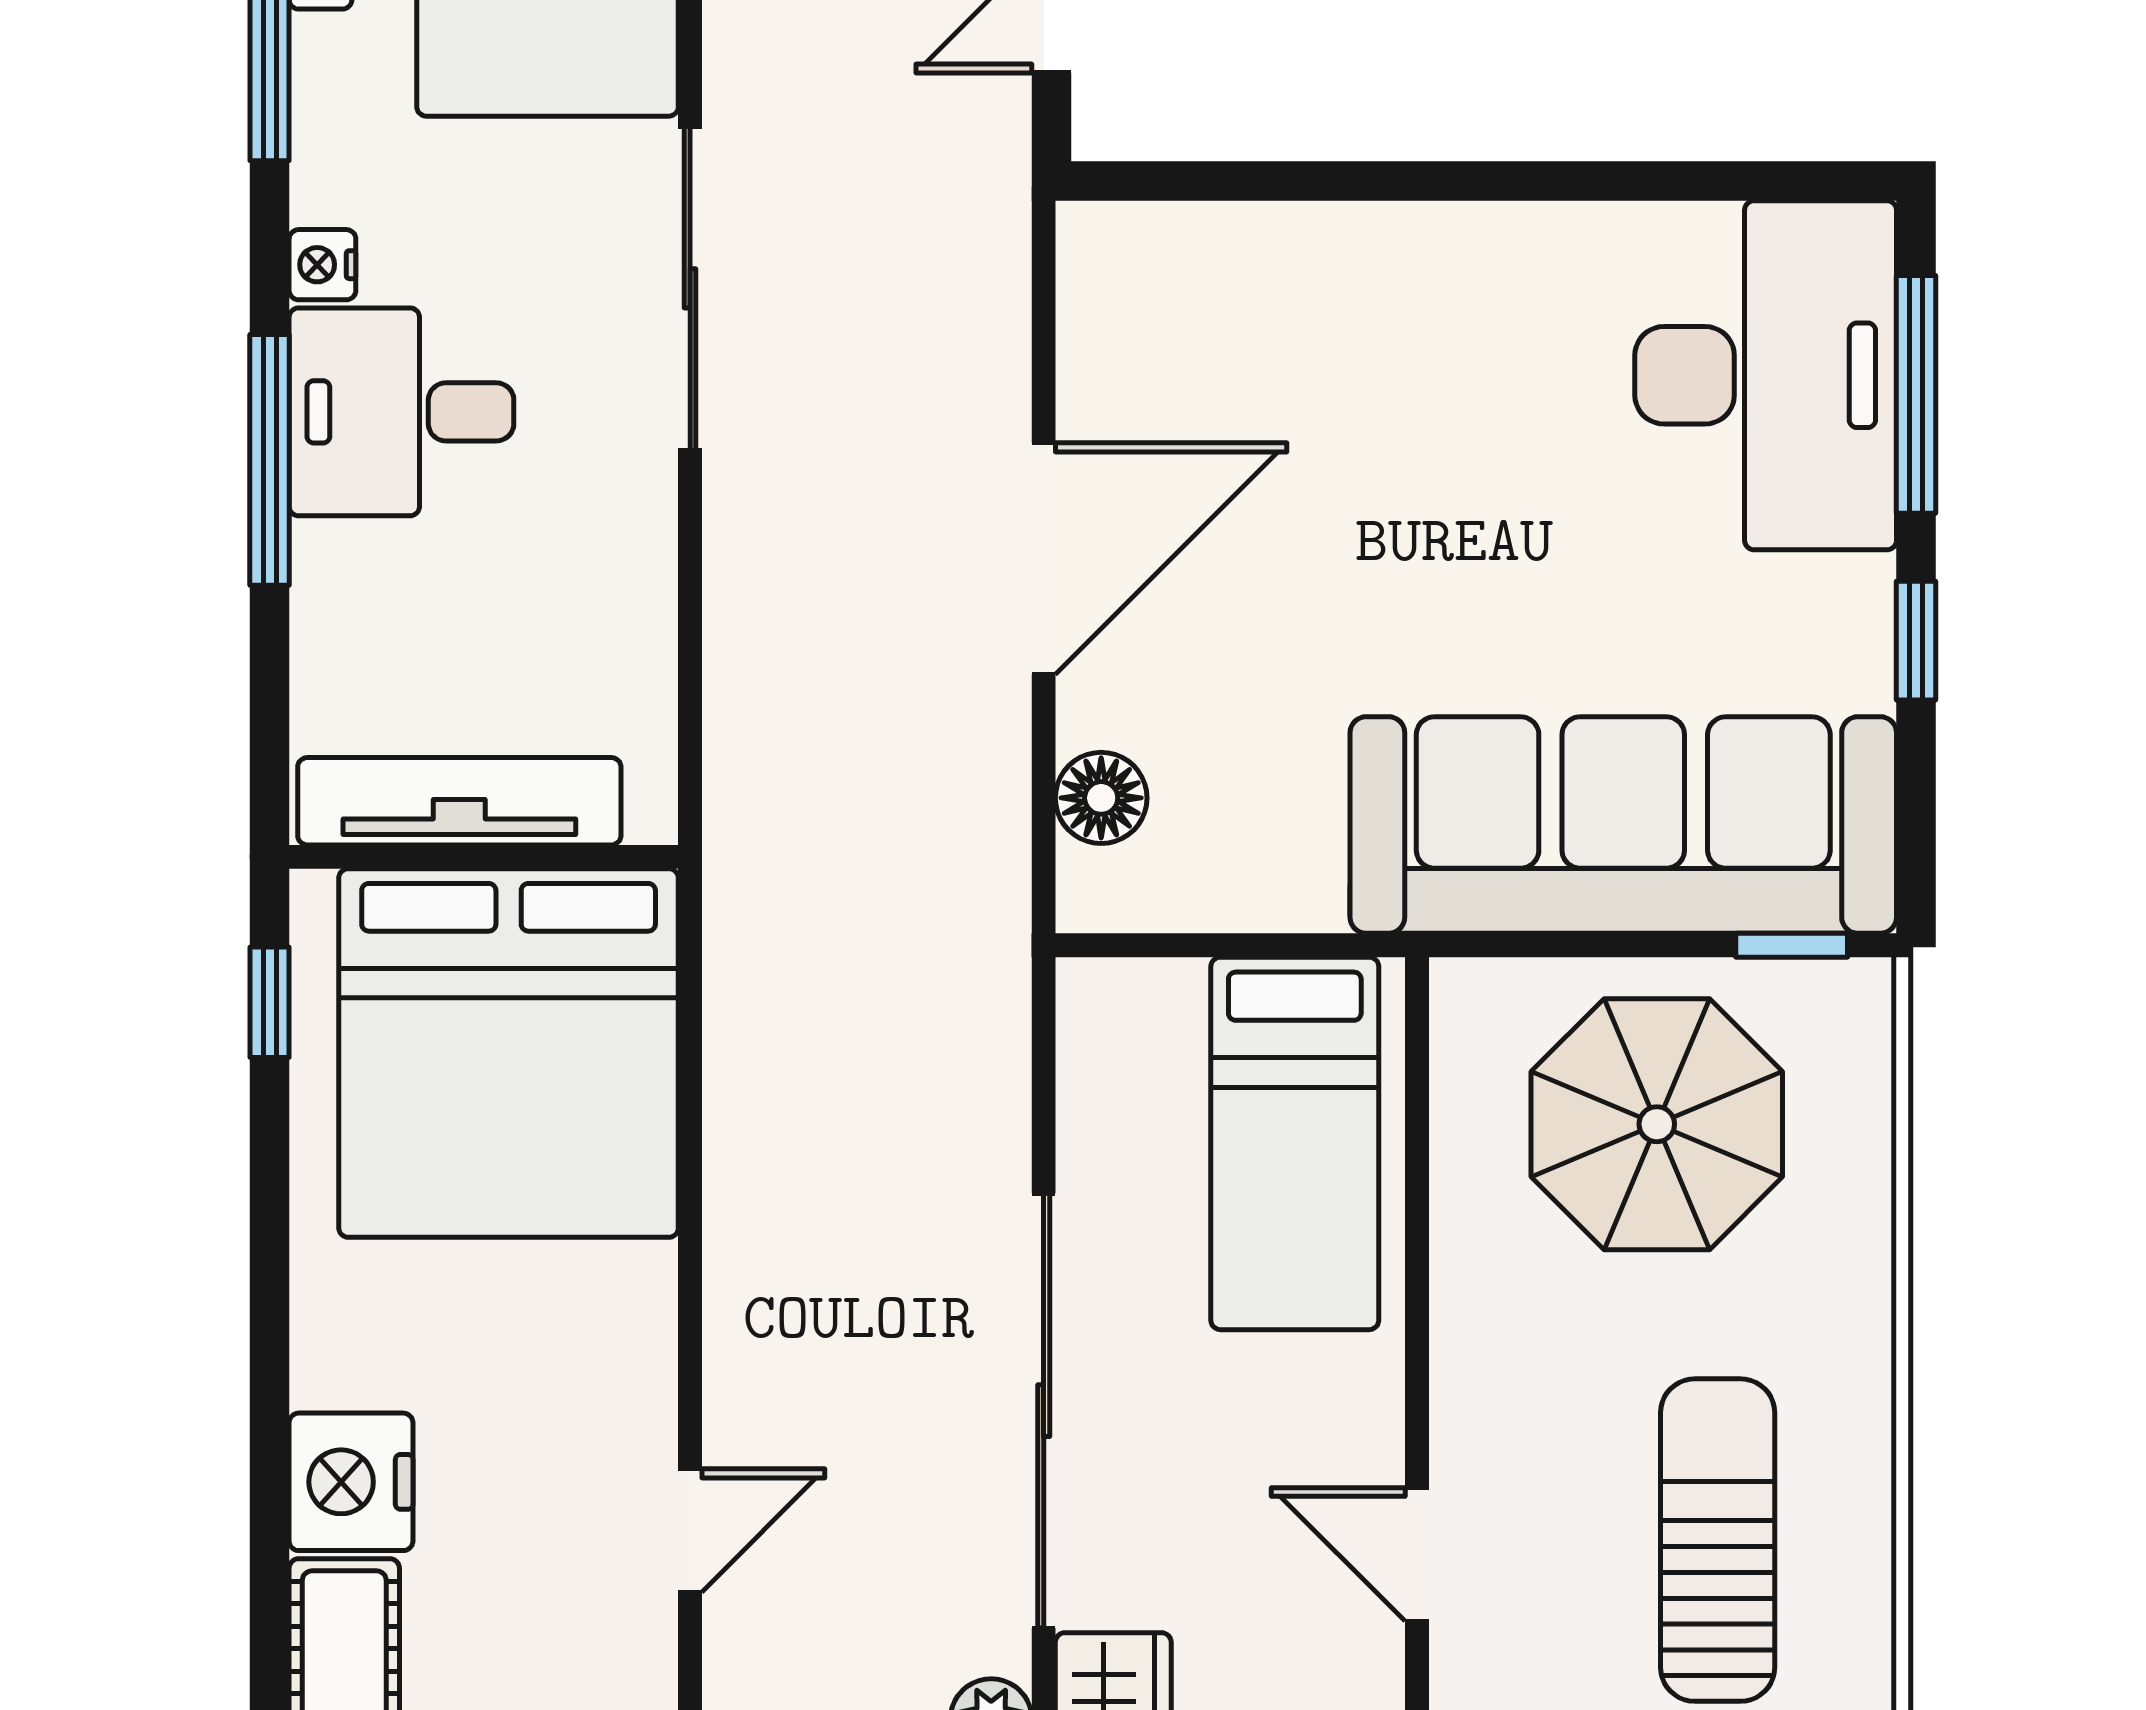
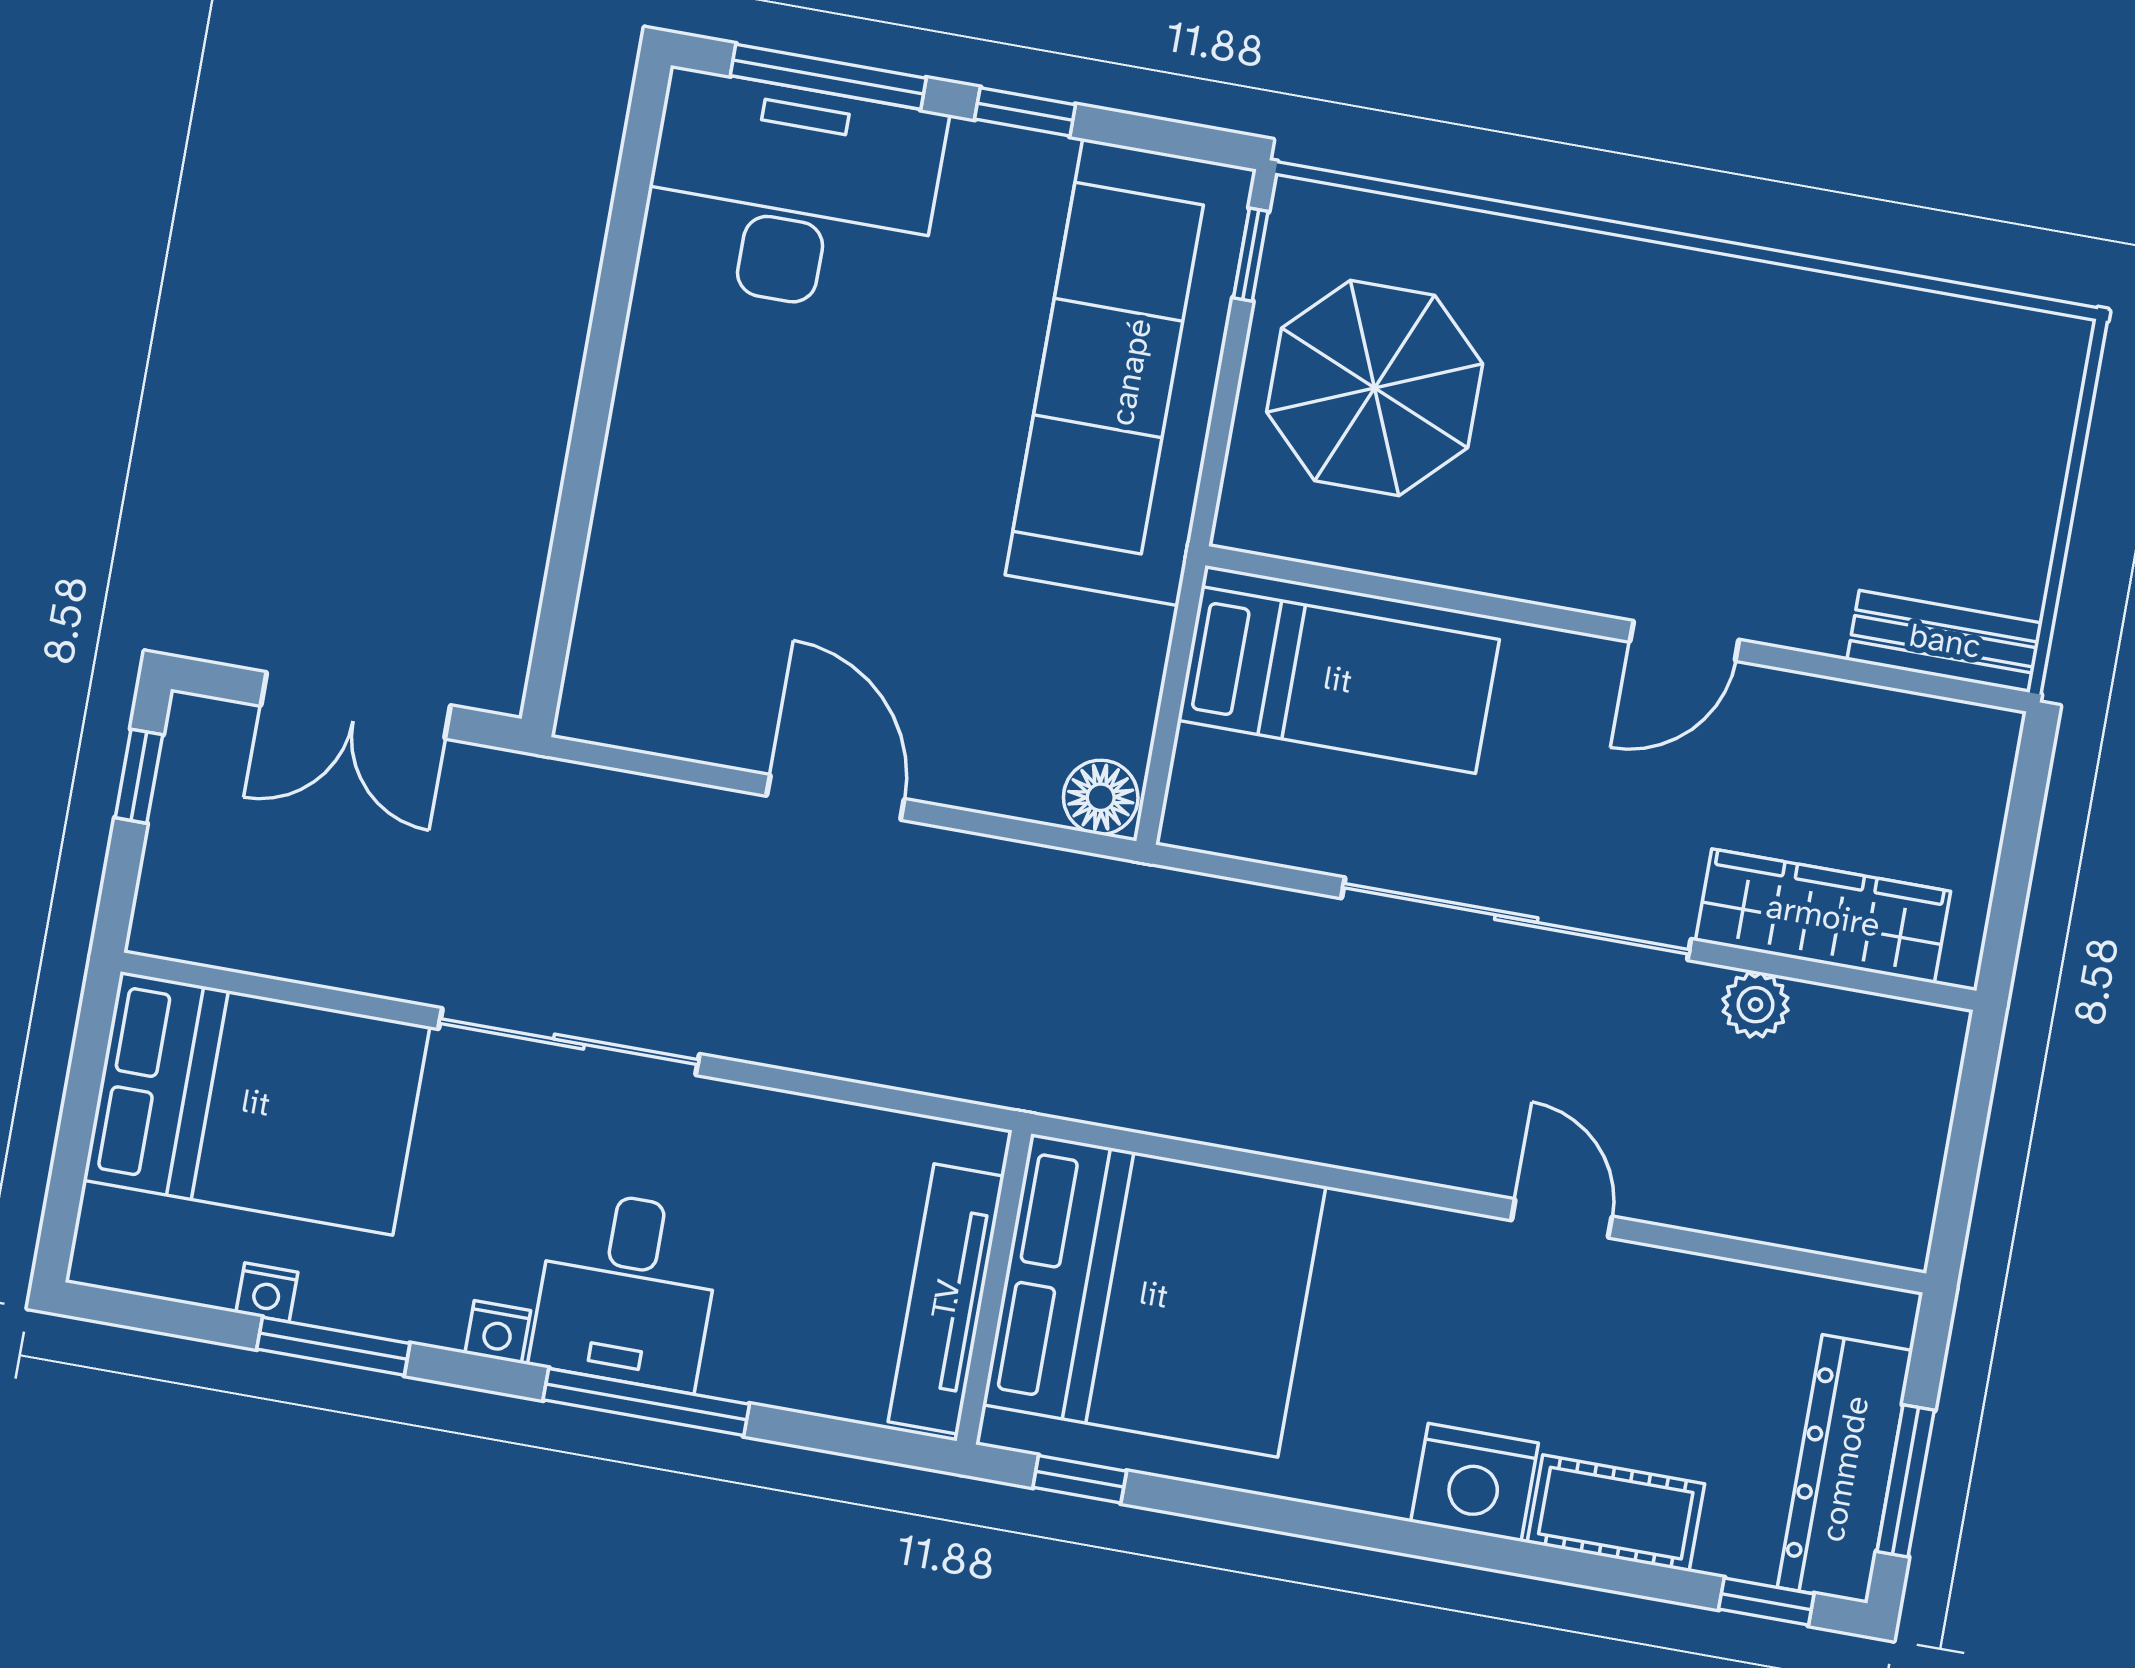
door: (1044, 559) -> (835, 797), width x0.73
floor lamp: (1101, 798) -> (1101, 797), moved
sun lounger: (1718, 1540) -> (1716, 399), removed

